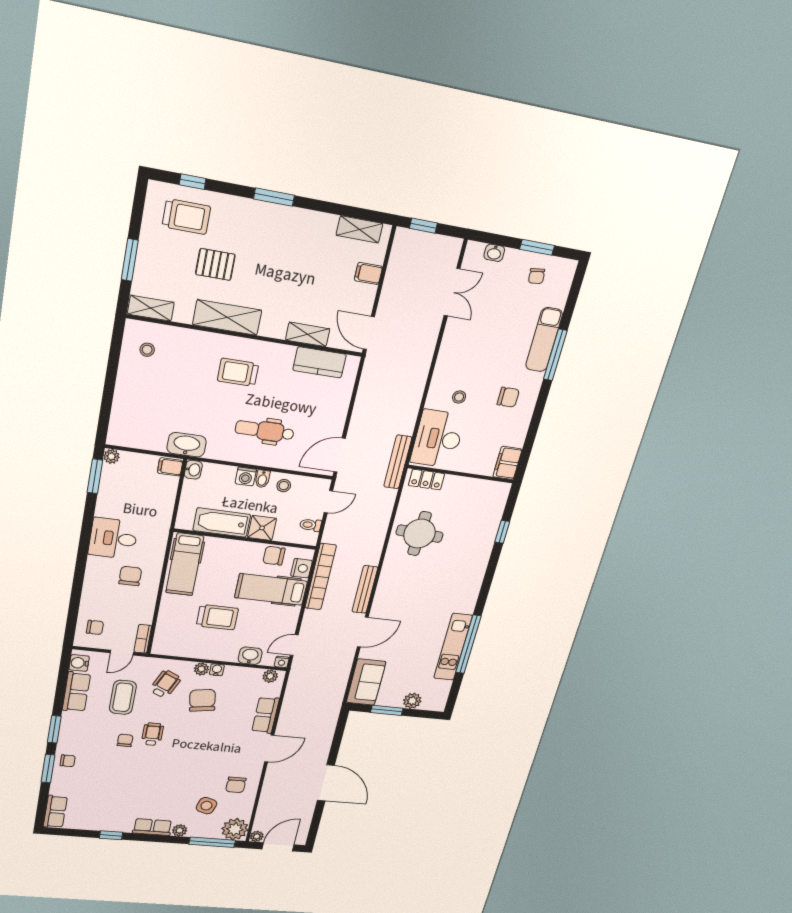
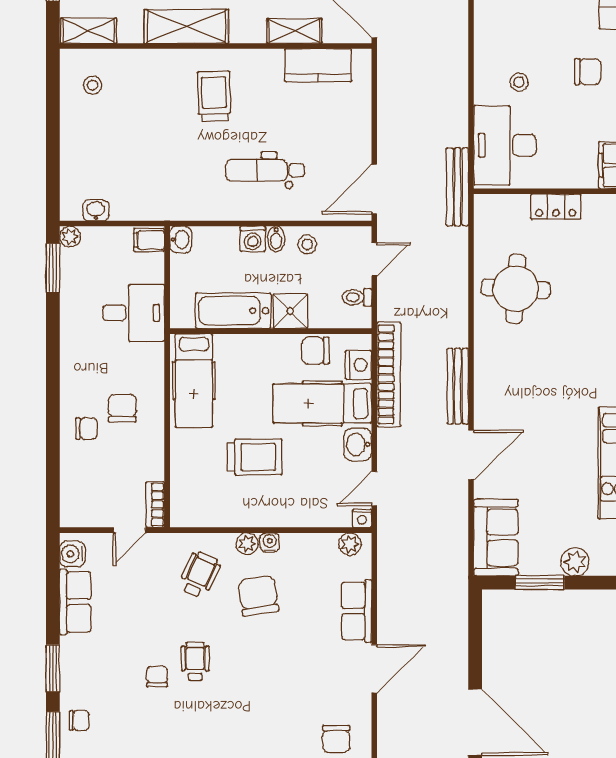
trolley: (238, 372) -> (214, 96), turned 88
washbasin: (187, 445) -> (96, 210), moved, width x0.52, depth x0.69
locker: (426, 480) -> (556, 207), moved
desk: (113, 538) -> (134, 313), moved, turned 180
chair: (95, 627) -> (86, 429), moved
washbasin: (250, 656) -> (358, 444), moved, turned -90
coffee table: (123, 697) -> (142, 604), removed

